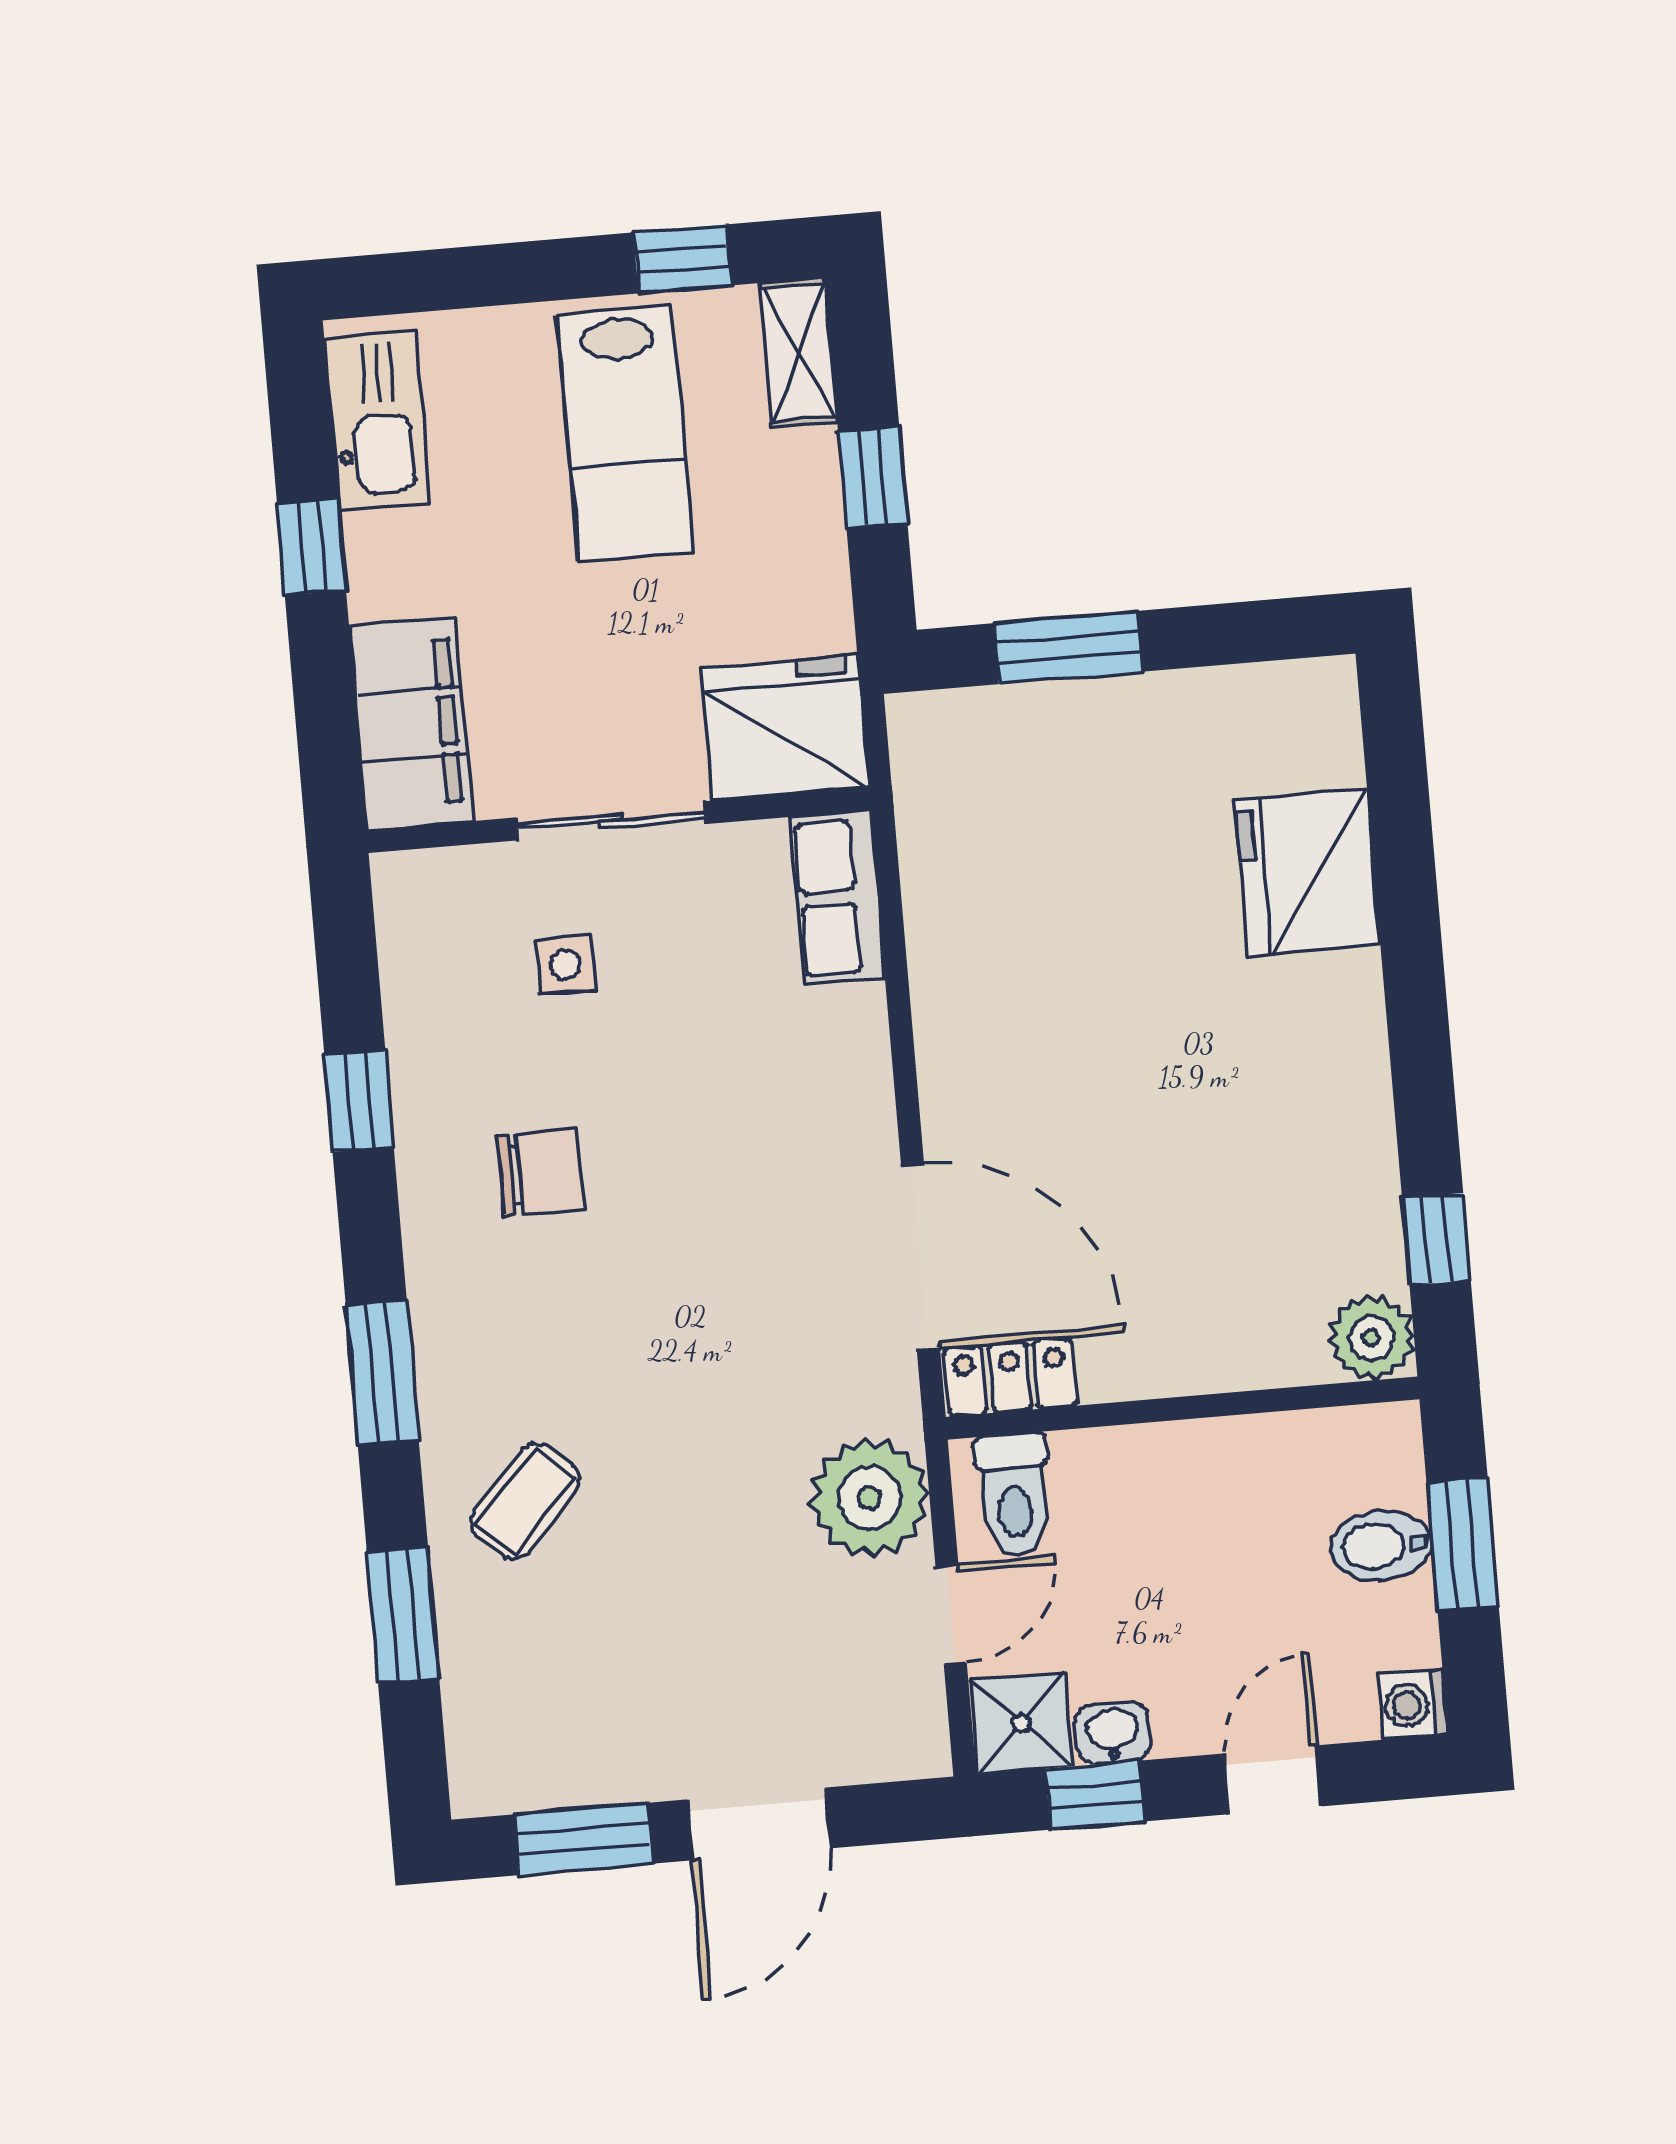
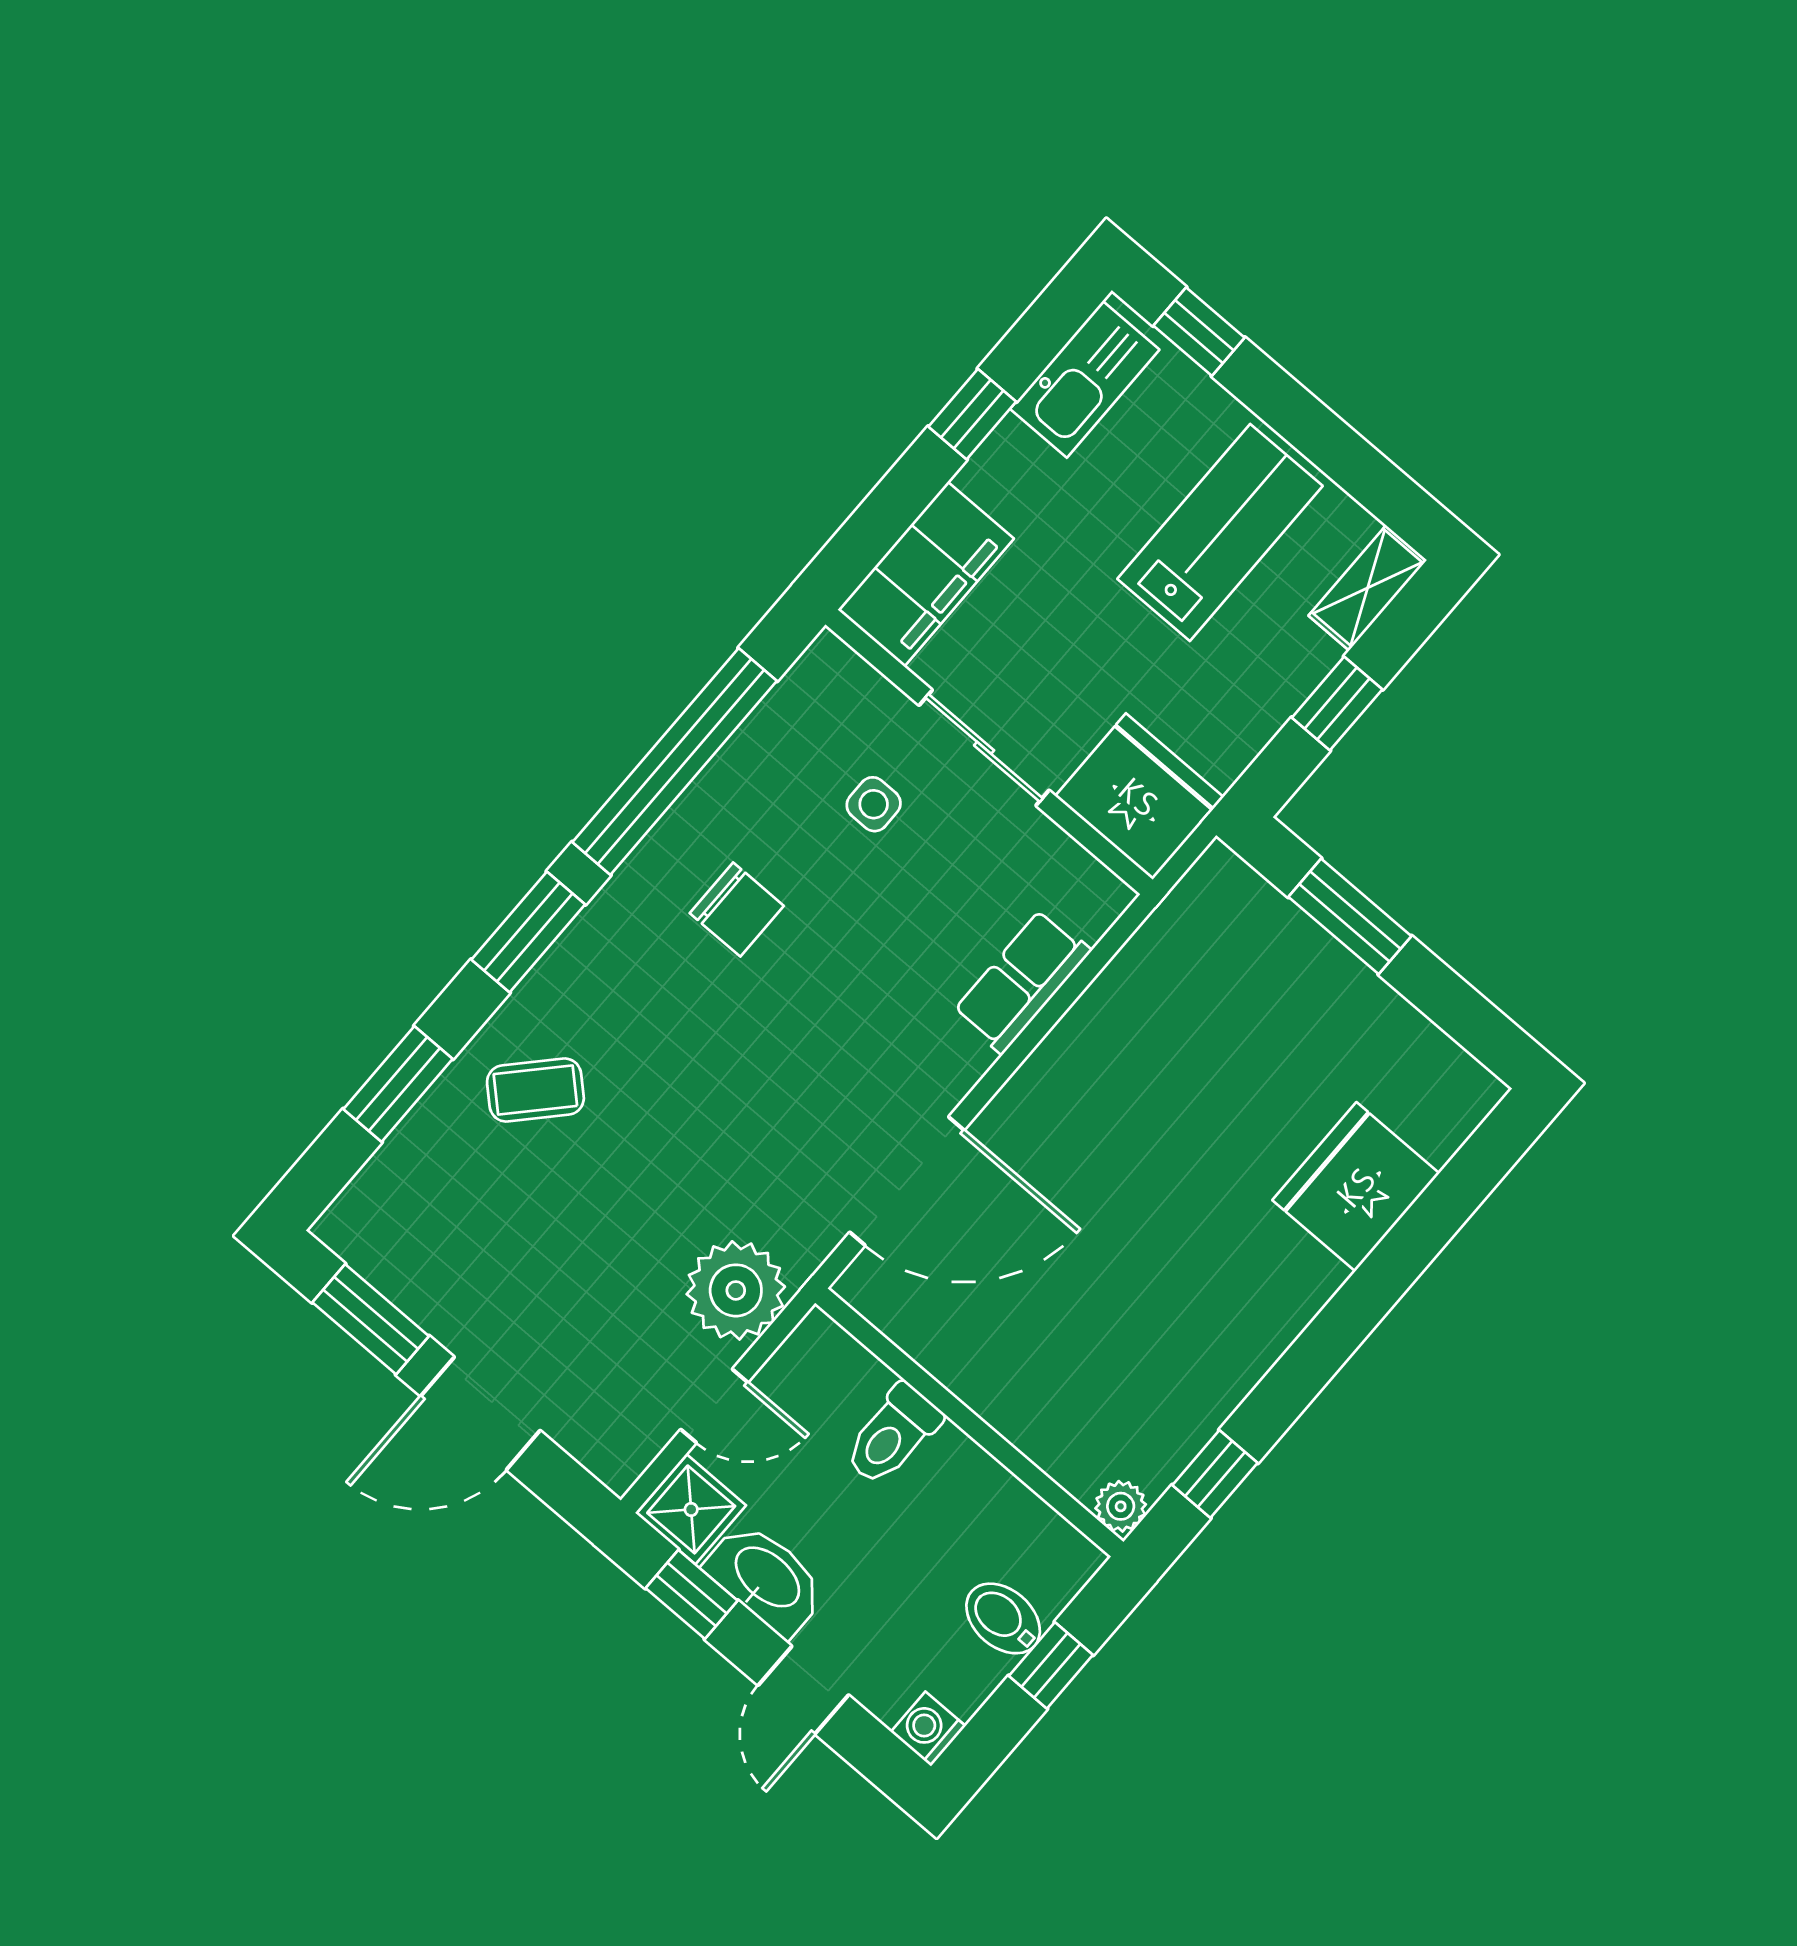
window: (683, 259) -> (1199, 332), moved
lab bench: (625, 433) -> (1220, 532), turned 180
row of seats: (838, 898) -> (1022, 981), moved
window: (359, 1101) -> (675, 761), width x3.17
door: (920, 1257) -> (907, 1181), hinge flipped
plant: (1372, 1338) -> (1121, 1506), width x0.73, depth x0.73
locker: (1010, 1377) -> (888, 1303), removed
toilet: (1014, 1495) -> (892, 1435), moved
window: (1463, 1544) -> (1051, 1665), width x0.67
washbasin: (1113, 1733) -> (766, 1579), width x1.91, depth x1.45
door: (1273, 1780) -> (803, 1690), swing flipped

